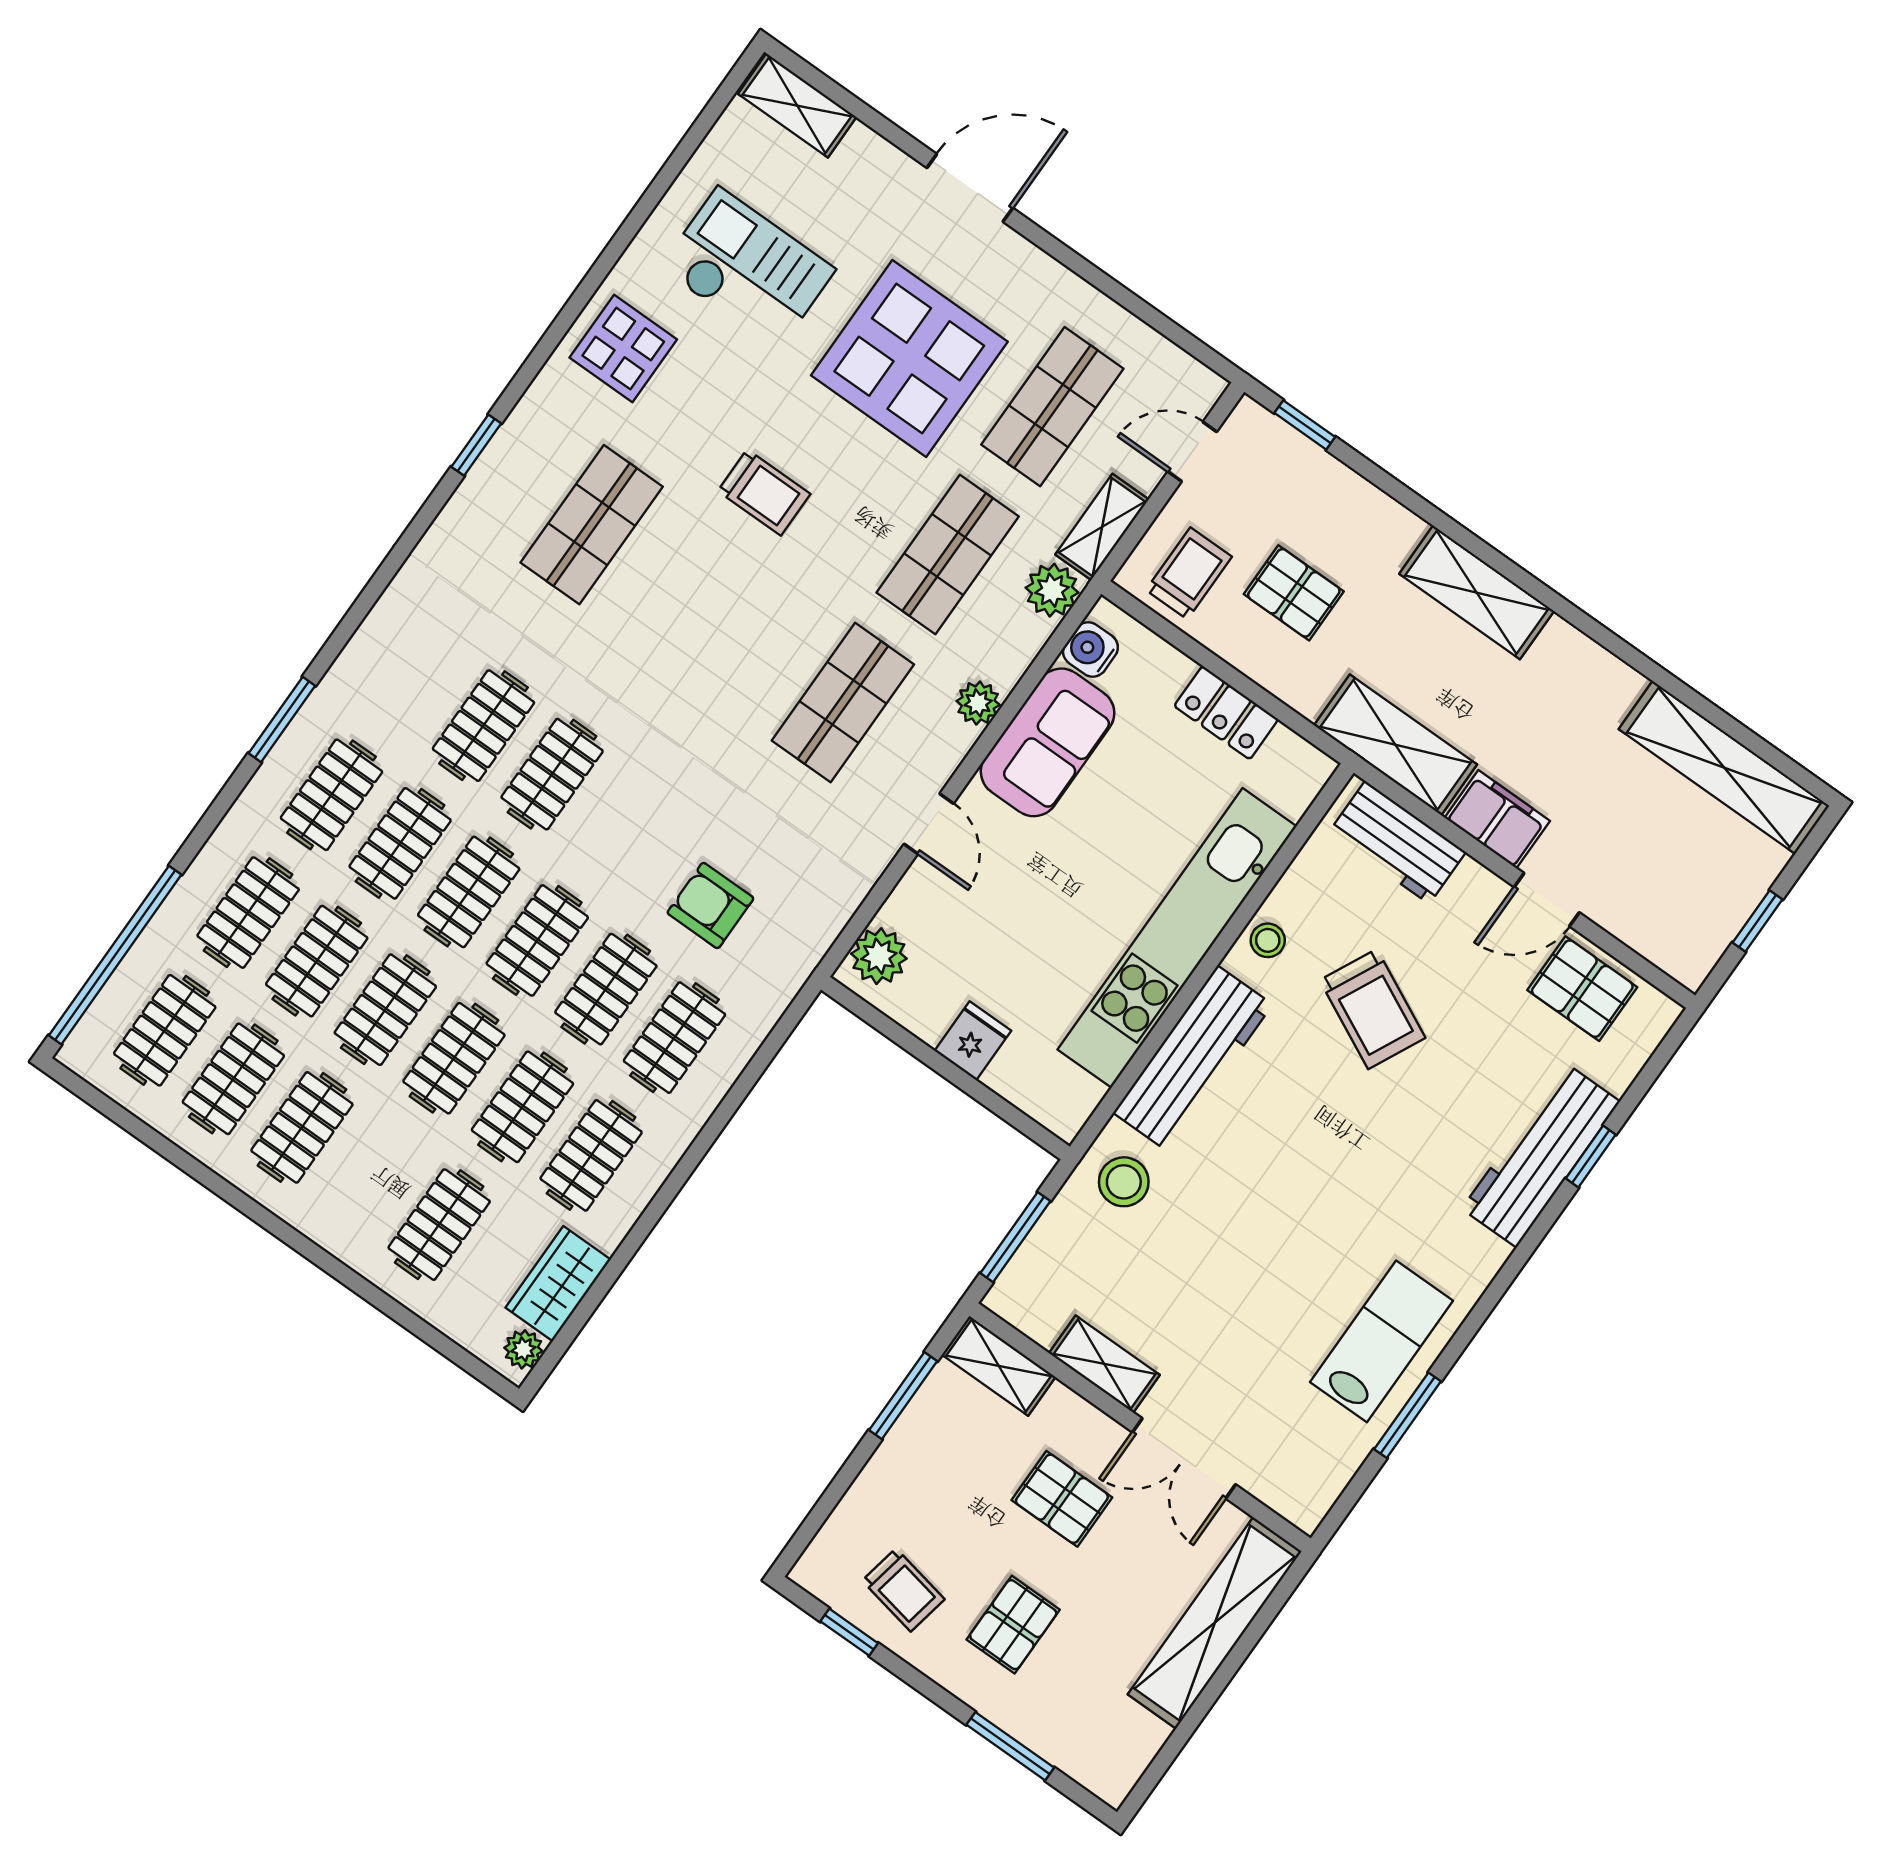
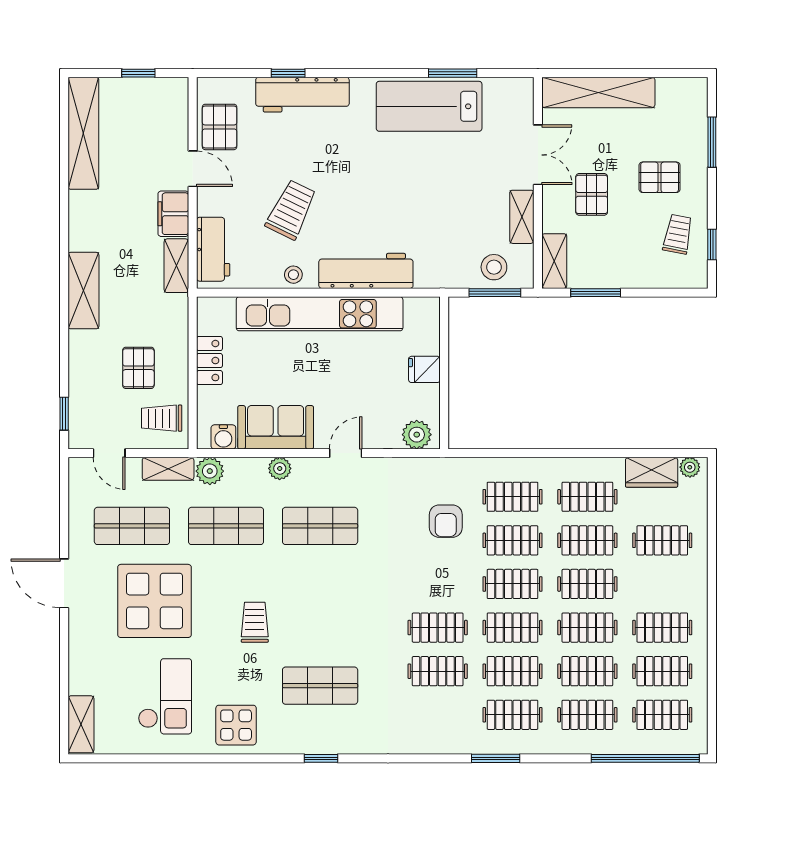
door: (970, 188) -> (64, 583), moved
checkout: (748, 269) -> (165, 696), turned 180
shelving: (1395, 745) -> (176, 266), width x0.67, depth x0.75
stool: (1124, 1182) -> (494, 267), moved
lab bench: (1381, 1341) -> (429, 106), width x1.36, depth x1.39

